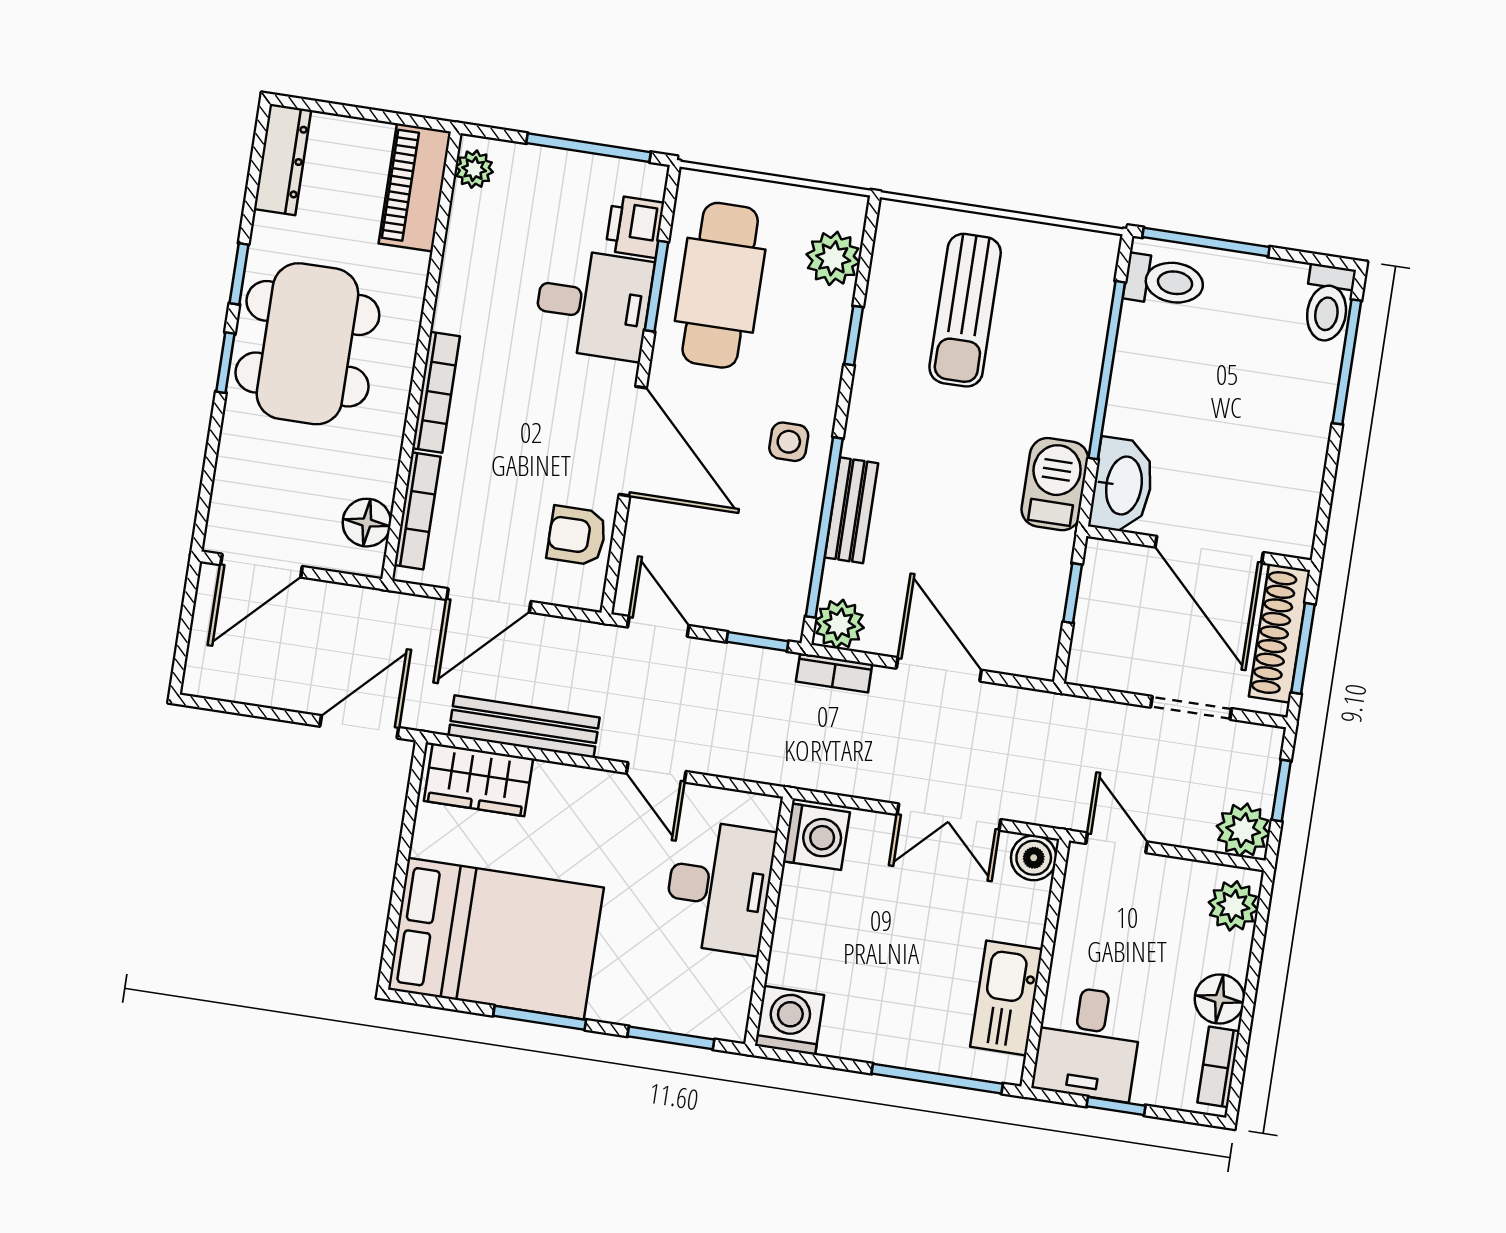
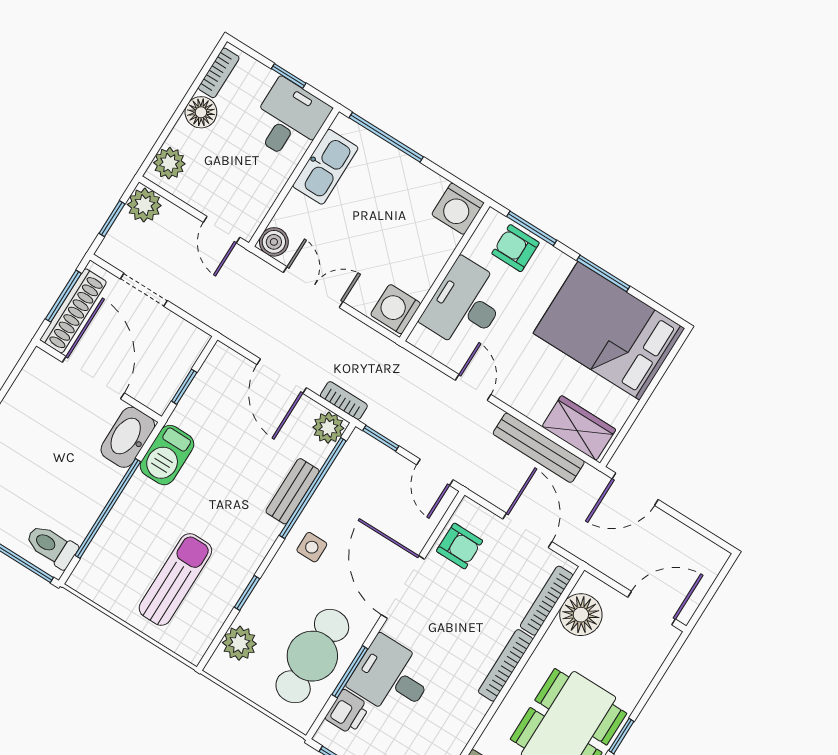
floor lamp: (367, 523) -> (581, 615), width x1.38, depth x1.38
door: (489, 600) -> (527, 530), hinge flipped
armchair: (682, 999) -> (515, 248), added

